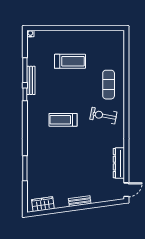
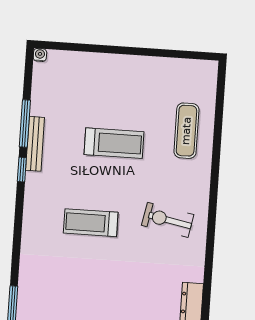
treadmill: (70, 61) -> (114, 143), moved
exercise mat: (109, 85) -> (186, 131), moved

